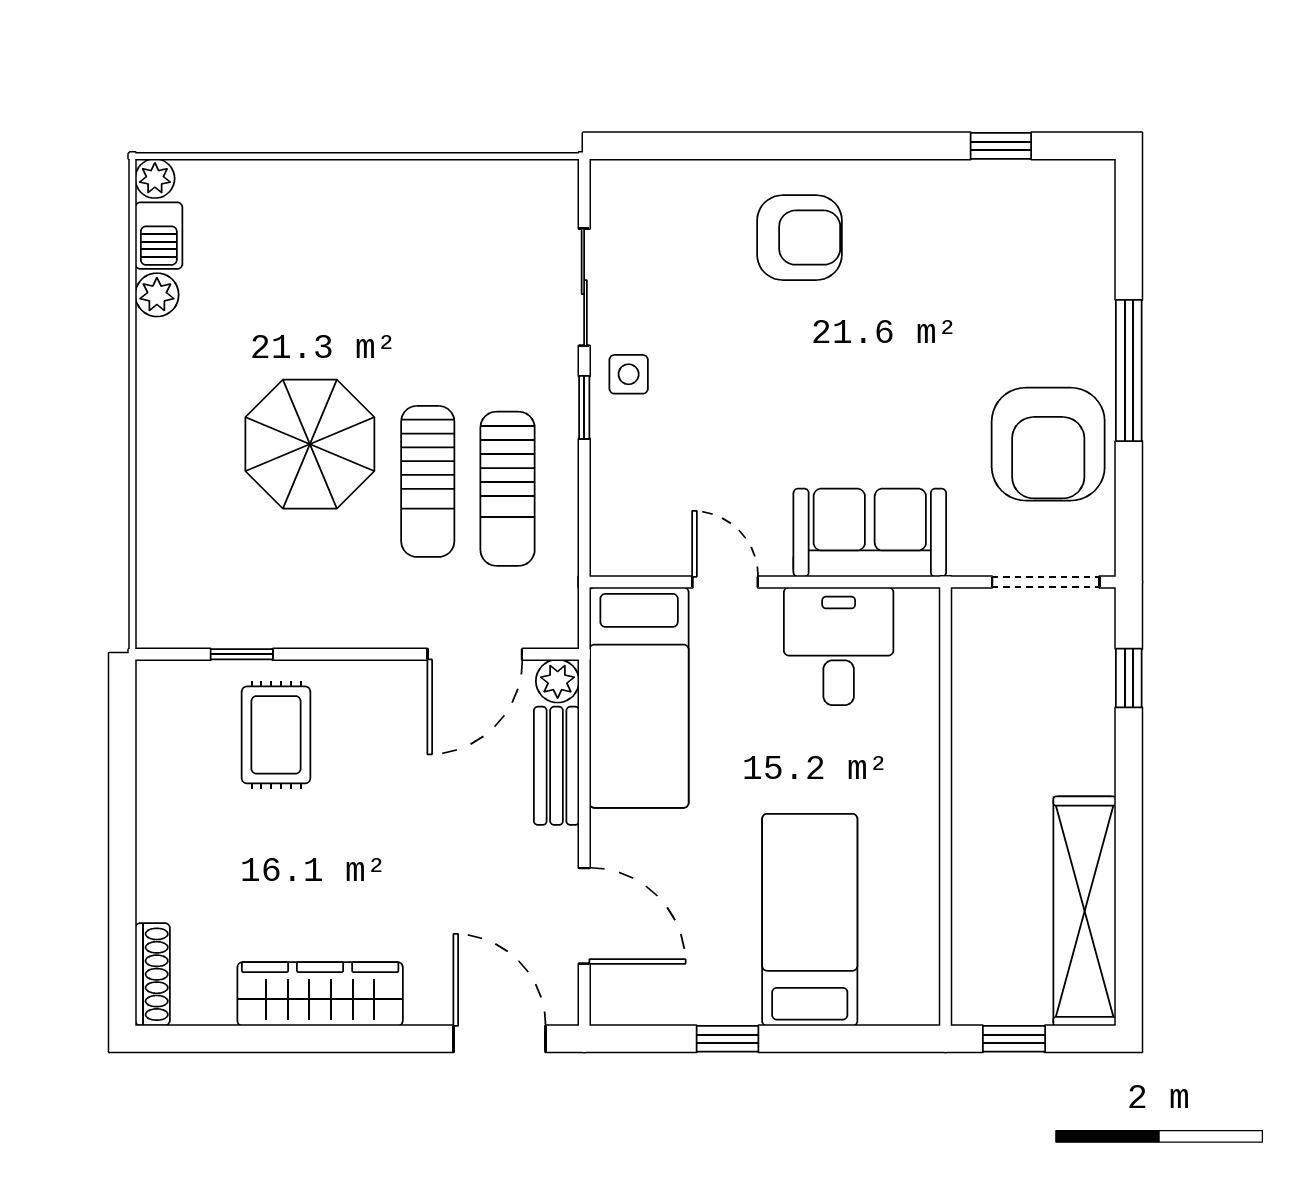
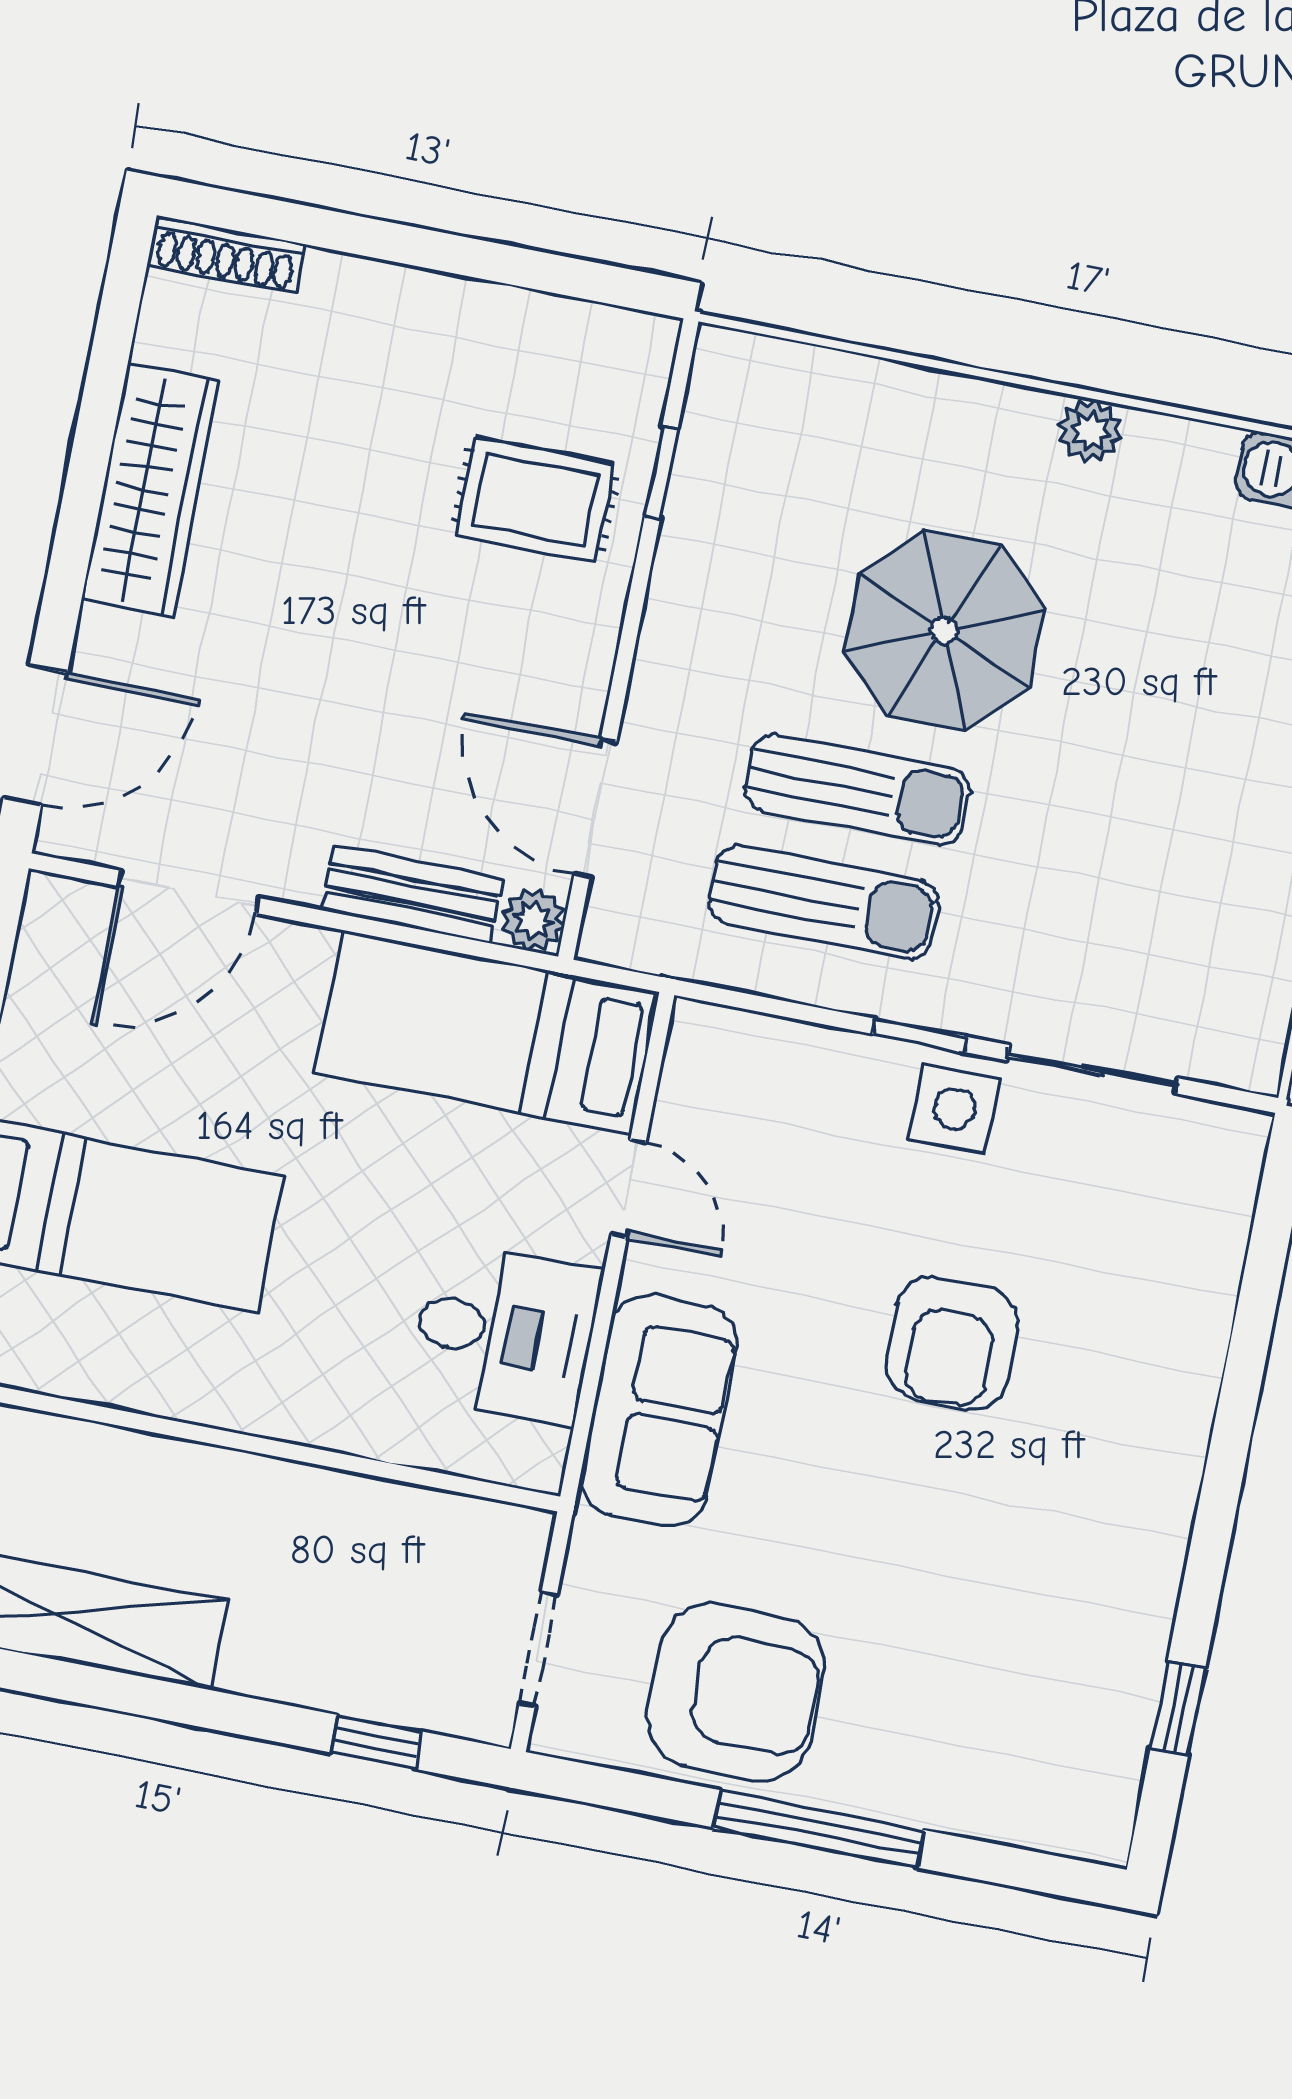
armchair: (800, 238) -> (952, 1343), moved
plant: (157, 295) -> (1090, 431), moved
side table: (629, 374) -> (955, 1108), width x1.37, depth x1.37
armchair: (1048, 444) -> (736, 1692), turned 180
sun lounger: (428, 481) -> (857, 789), turned 180
sun lounger: (508, 489) -> (824, 902), turned 180
door: (725, 582) -> (629, 1189), hinge flipped
doorway: (1046, 582) -> (538, 1650), width x0.73

